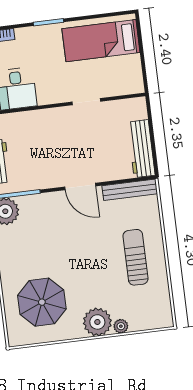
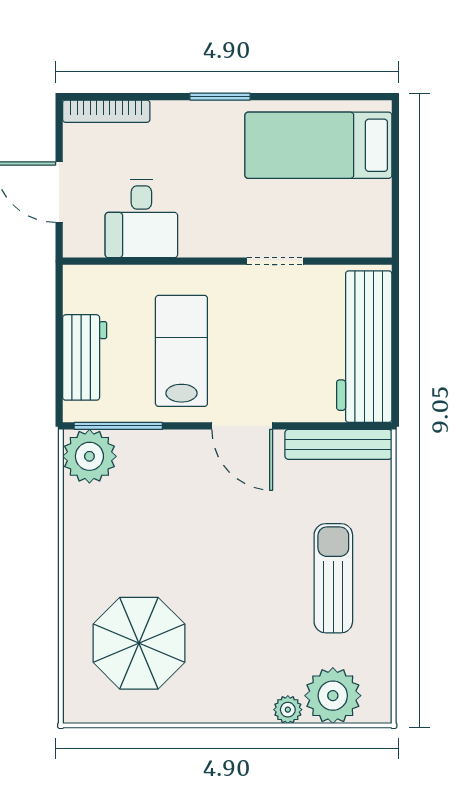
workbench: (141, 149) -> (364, 347), width x1.36, depth x1.32
lab bench: (45, 153) -> (181, 351), added
plant: (97, 322) -> (333, 696), moved

